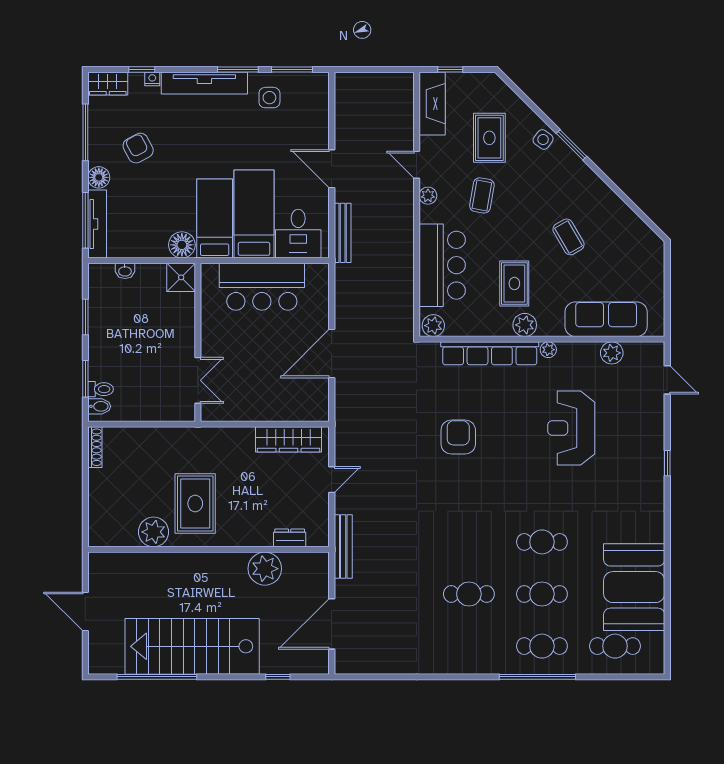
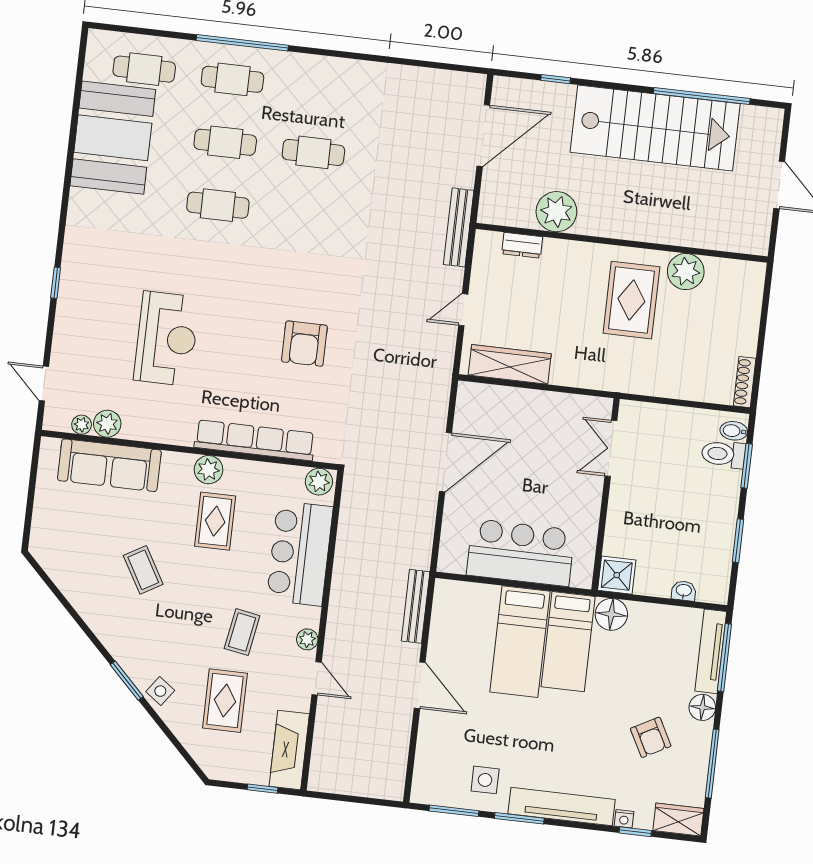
desk: (298, 234) -> (469, 612), removed
plant: (548, 350) -> (82, 425), moved
toilet: (101, 389) -> (723, 454), width x1.37, depth x1.39

